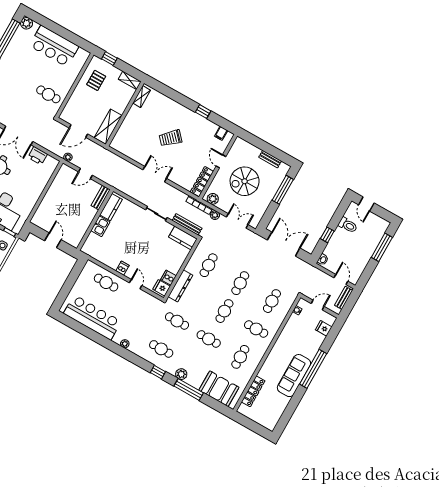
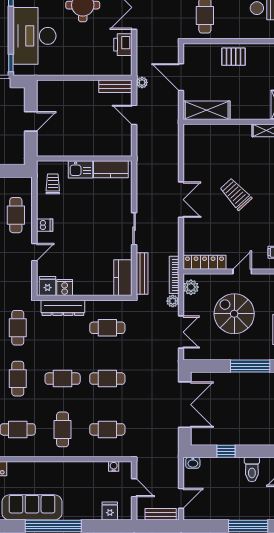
pallet: (96, 80) -> (233, 57), moved
bench: (101, 198) -> (115, 86), moved
trolley: (100, 249) -> (53, 184), added

